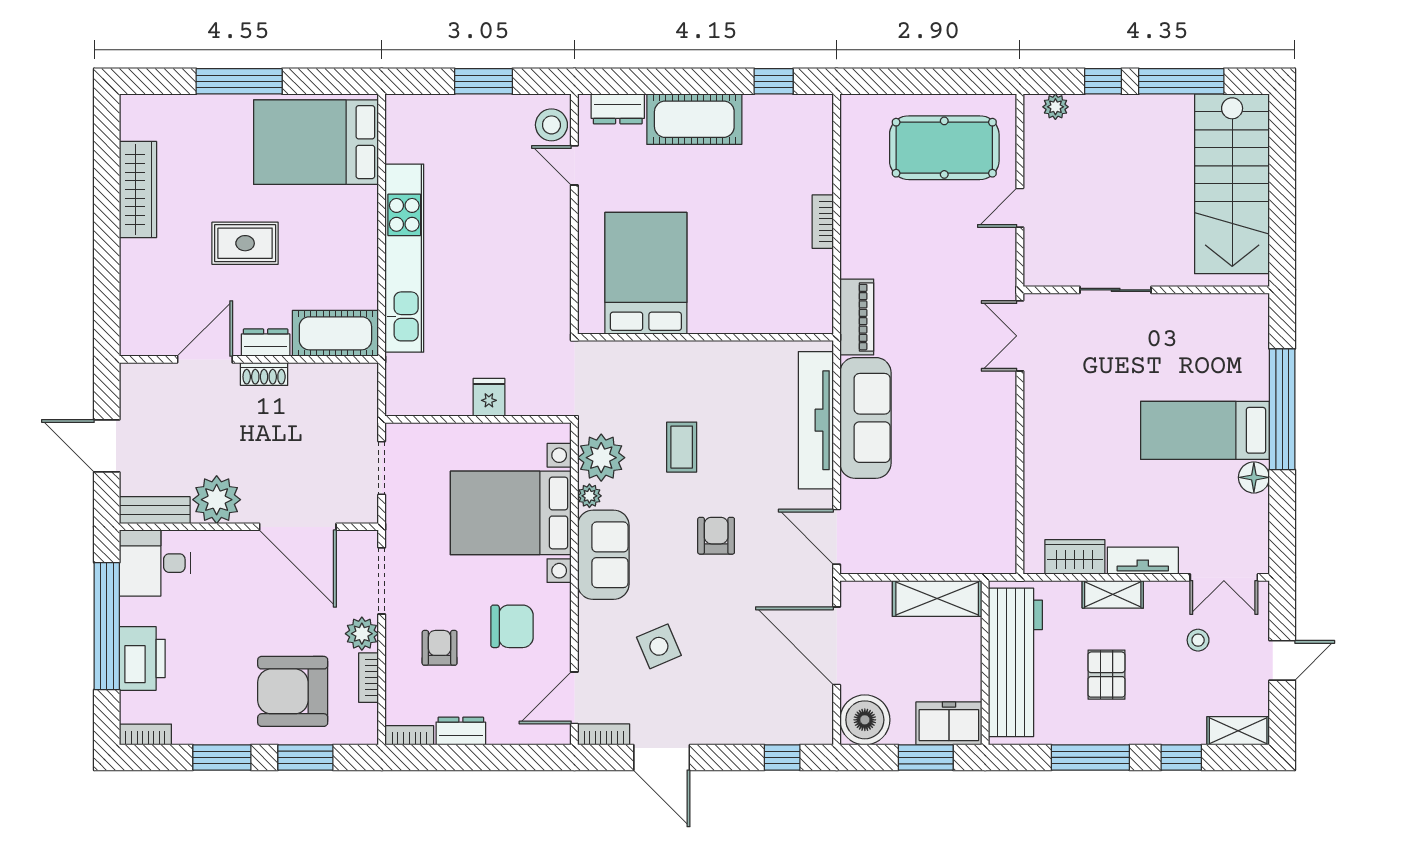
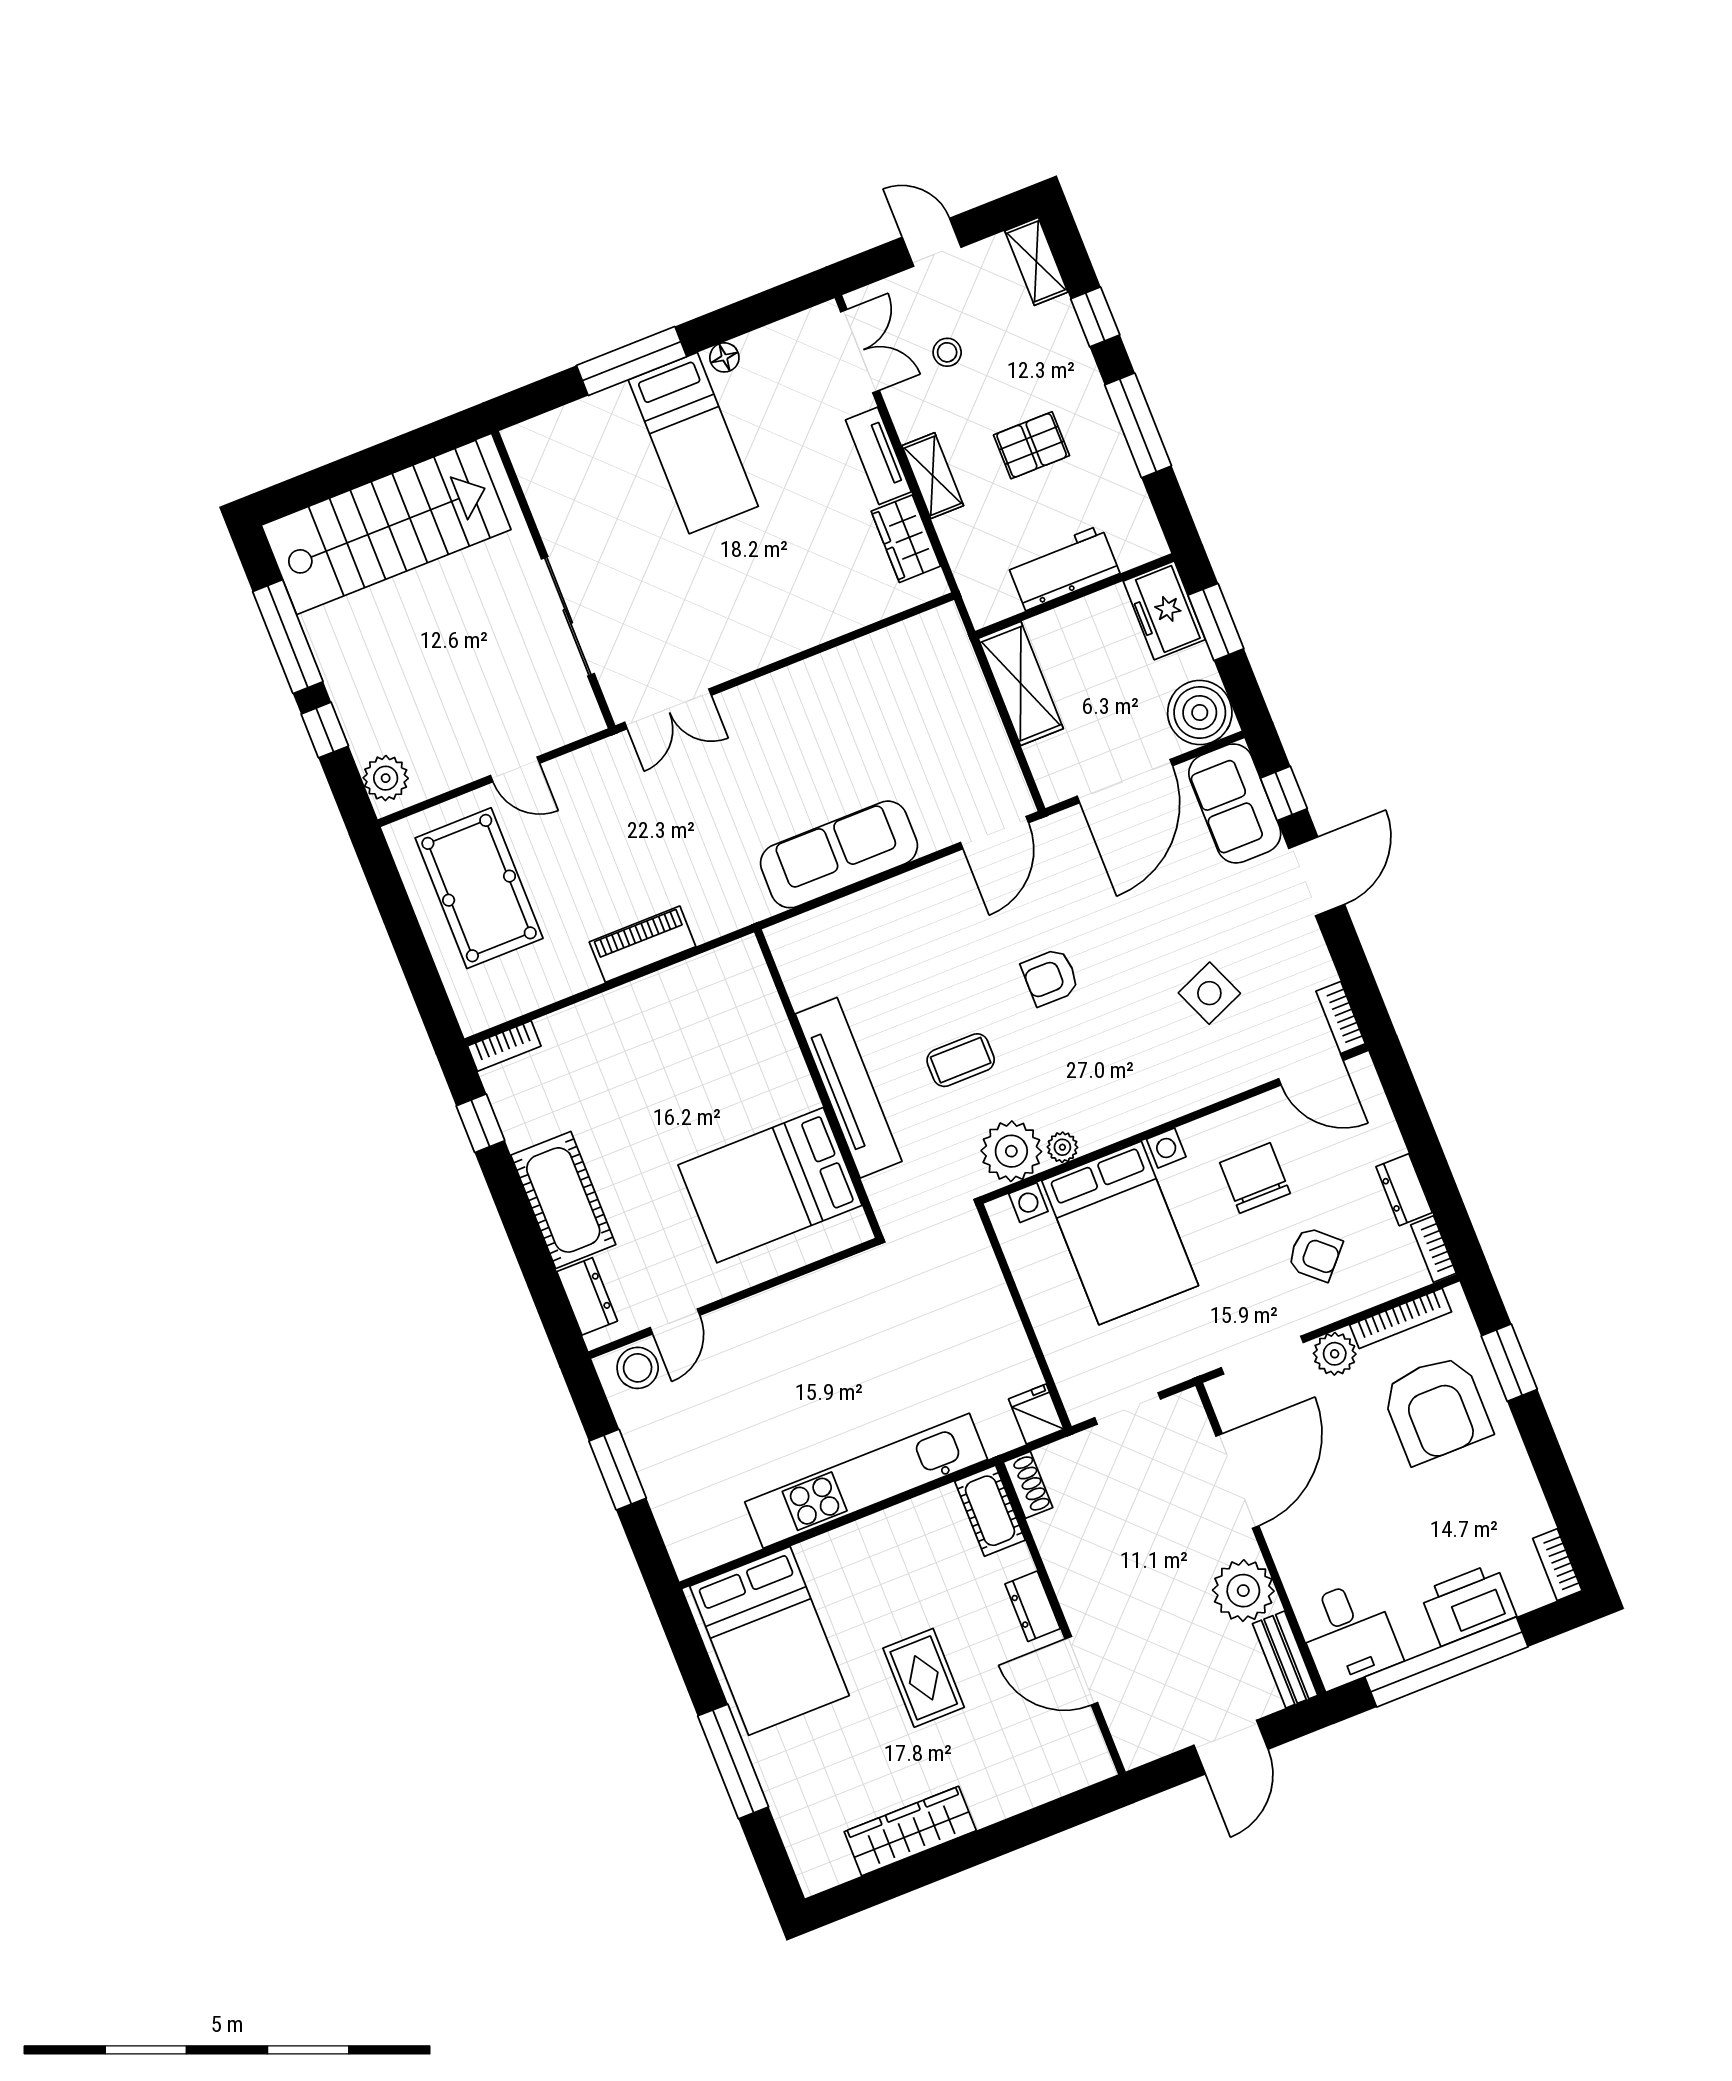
plant: (1055, 107) -> (386, 778), width x1.38, depth x1.38
bookcase: (823, 222) -> (504, 1046), moved
sliding door: (1116, 290) -> (568, 616), width x1.37
piano: (857, 317) -> (643, 944), moved
cot: (335, 333) -> (990, 1511), width x0.73, depth x0.75
shoe rack: (264, 374) -> (1028, 1485), moved
fridge: (489, 397) -> (1036, 1414), moved, turned 90
window: (1282, 409) -> (632, 361), width x0.68
tv unit: (816, 420) -> (849, 1088), moved, turned -90
floor lamp: (1254, 477) -> (724, 357), width x0.73, depth x0.73
sofa: (603, 555) -> (1235, 803), moved, turned -90
armchair: (440, 648) -> (1315, 1254), turned -138
workbench: (1015, 662) -> (1063, 568), width x0.53, depth x0.76
bookcase: (369, 678) -> (1401, 1318), width x1.56
window: (222, 757) -> (1549, 1462), removed
door: (662, 757) -> (1317, 876), moved

